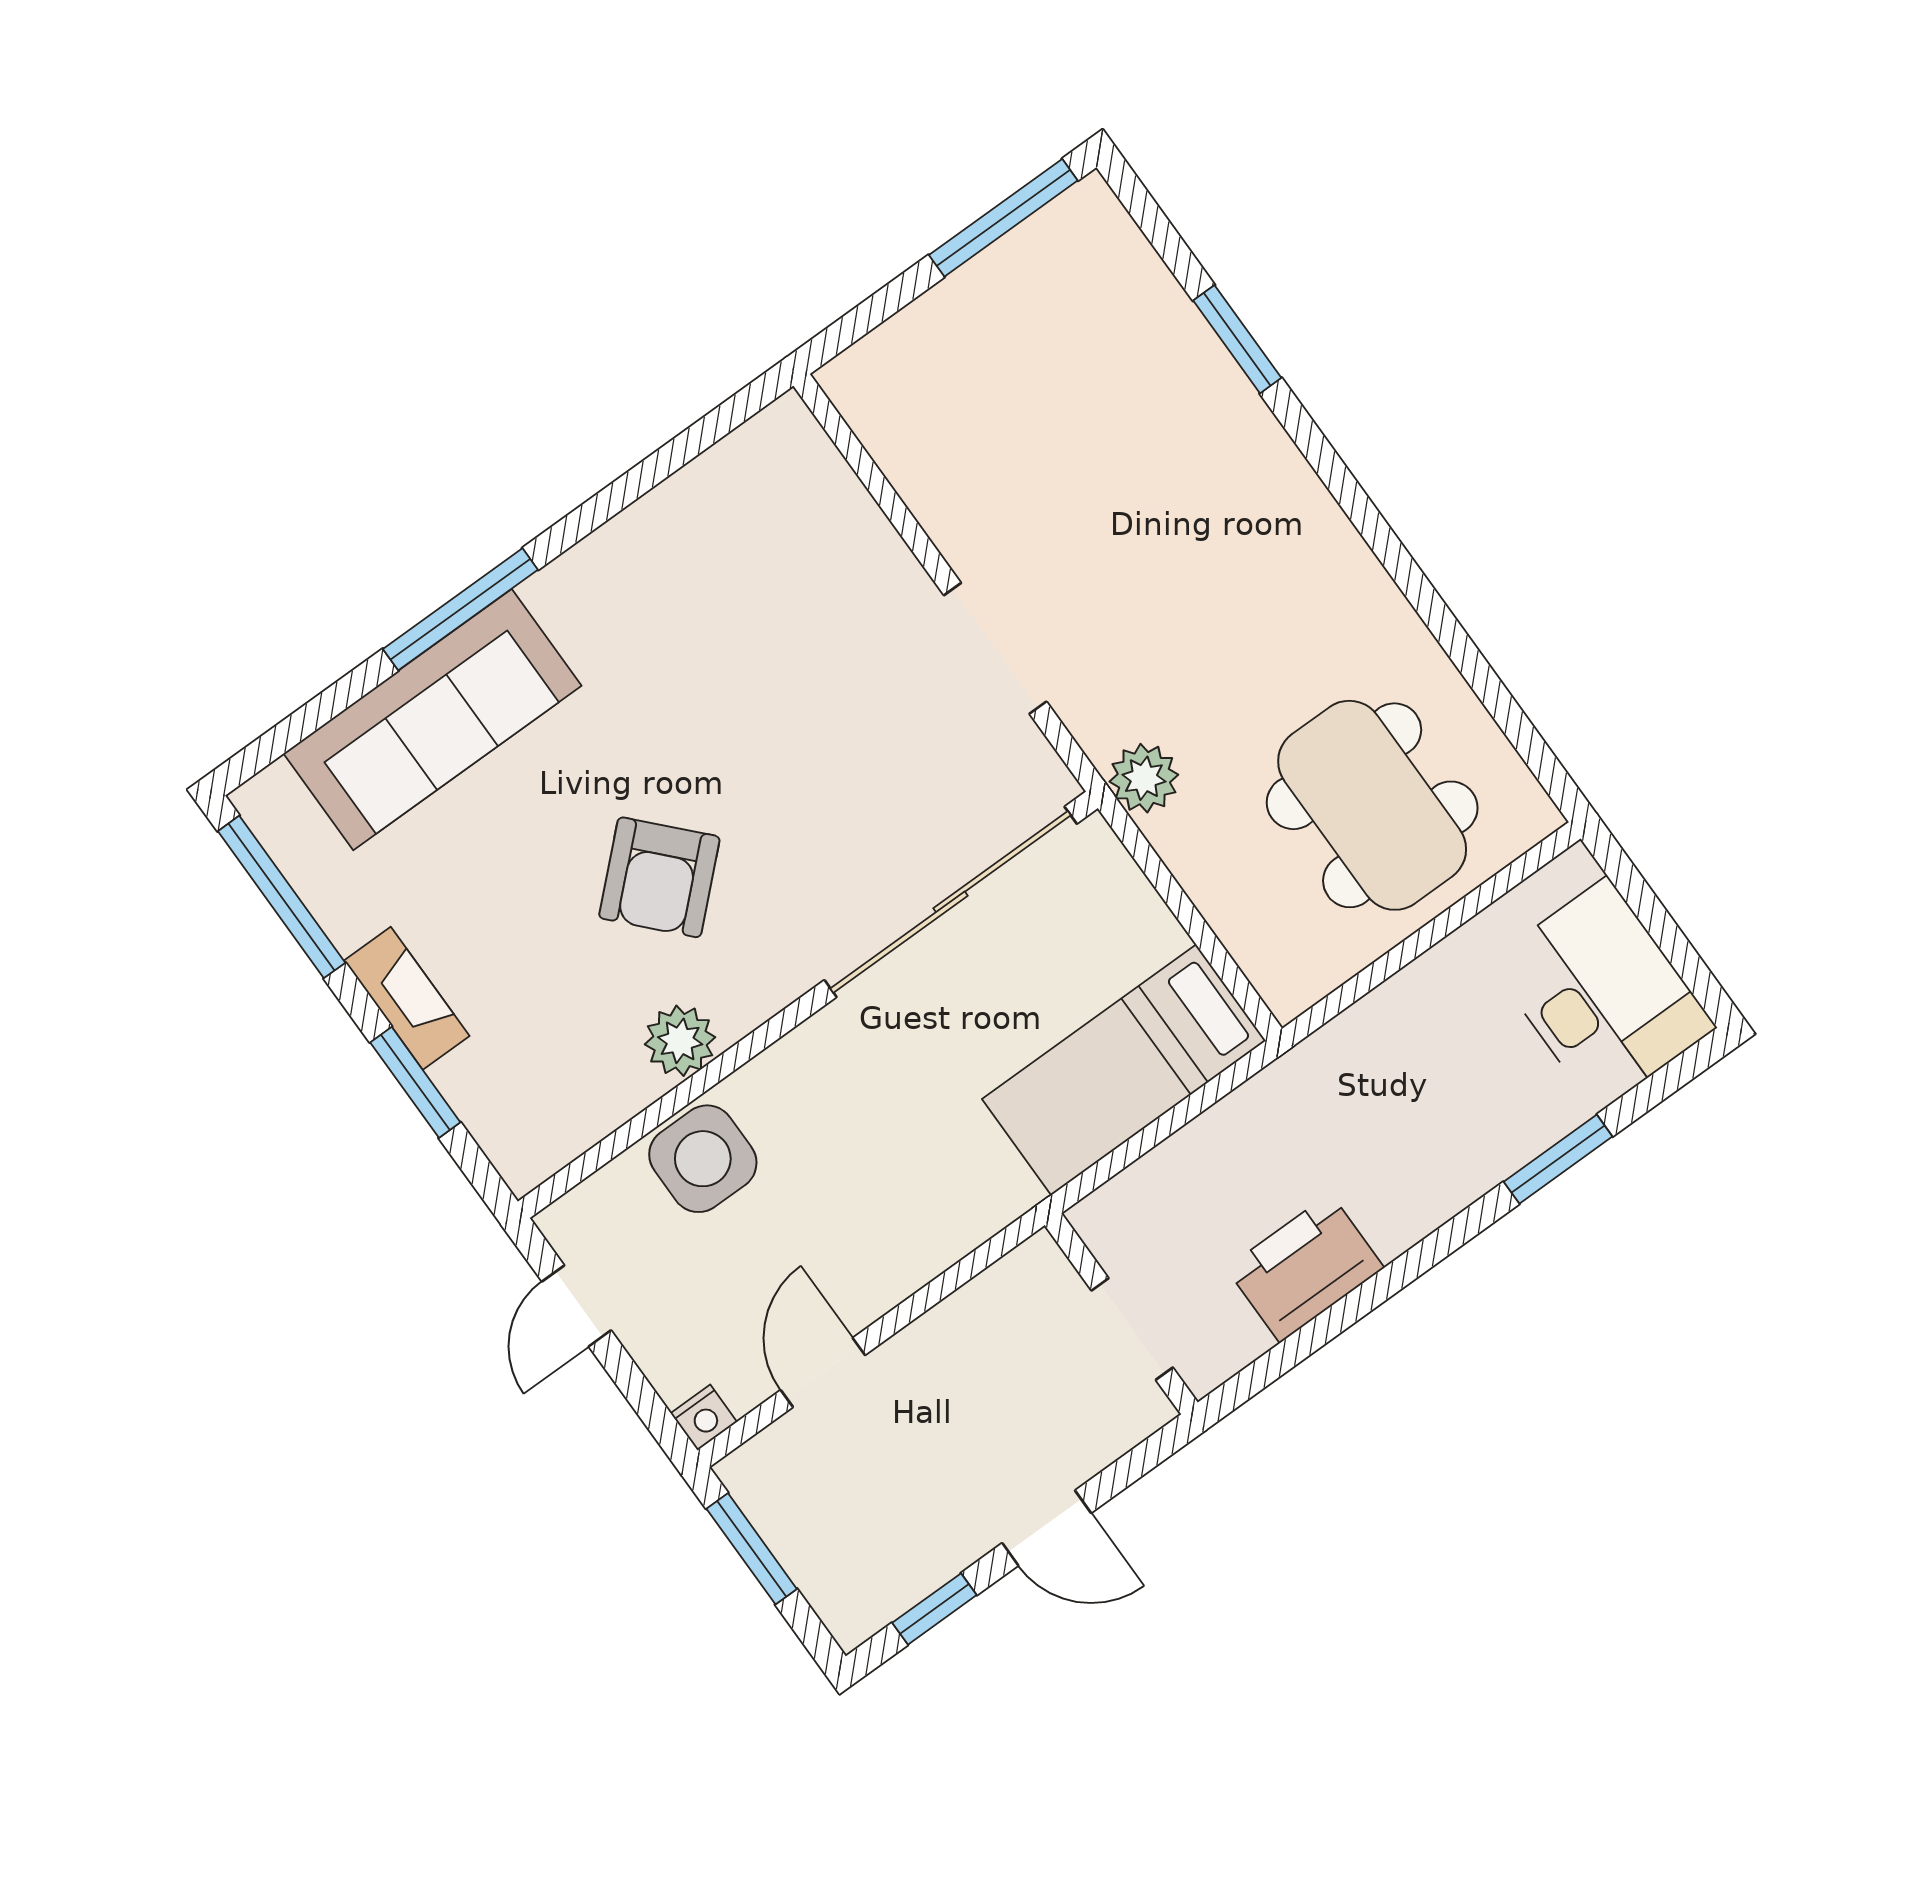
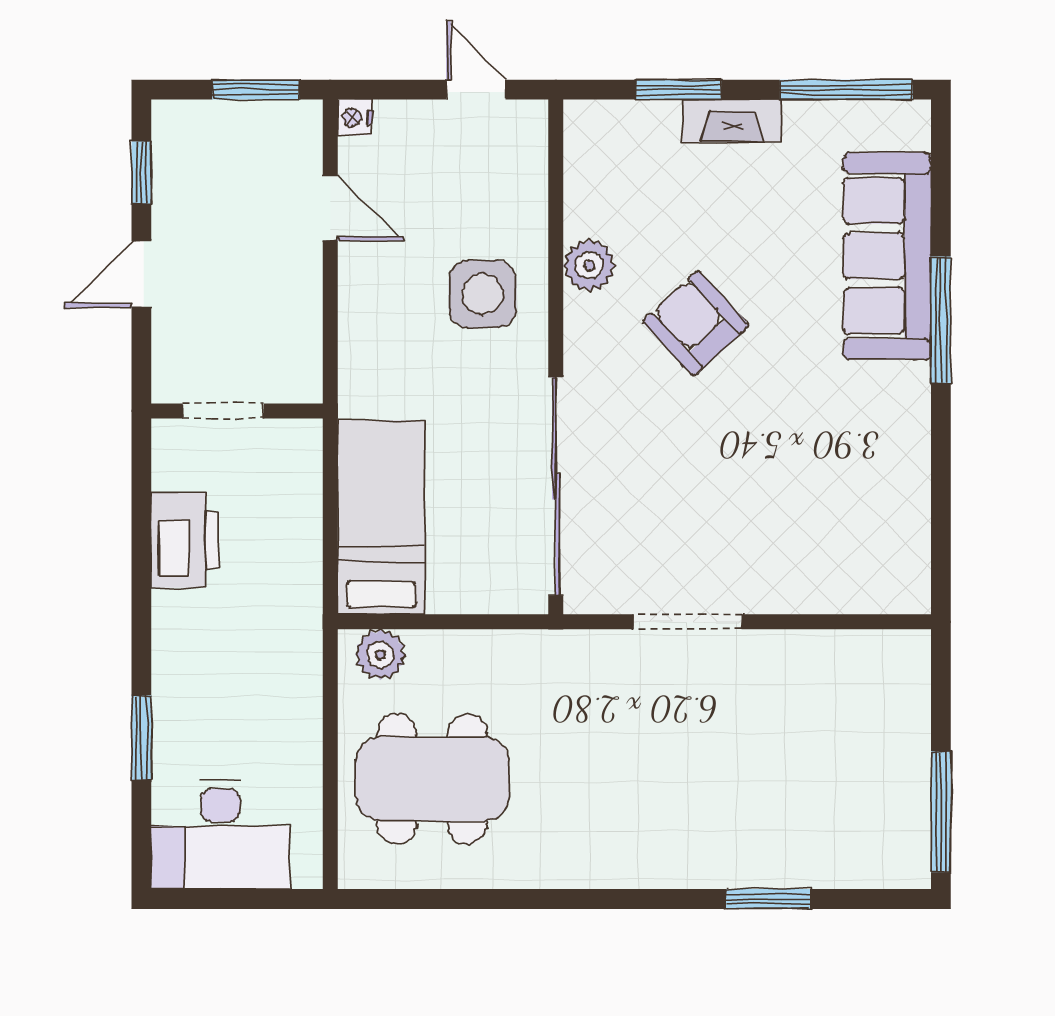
plant: (1144, 778) -> (380, 655), moved
side table: (703, 1159) -> (483, 294), moved

